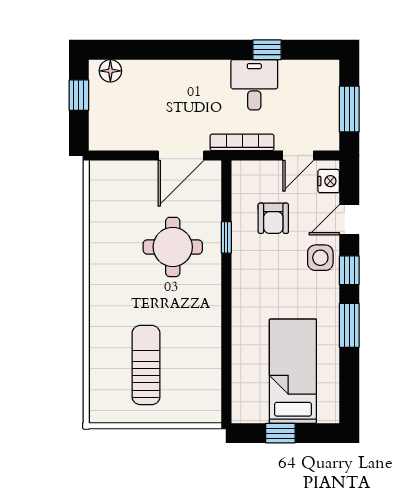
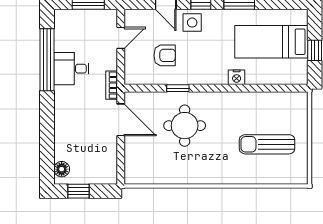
window: (267, 50) -> (47, 60), width x3.17
bookcase: (242, 142) -> (112, 85), width x0.64
door: (298, 155) -> (121, 38), hinge flipped
nightstand: (329, 181) -> (237, 77), moved, turned 180

